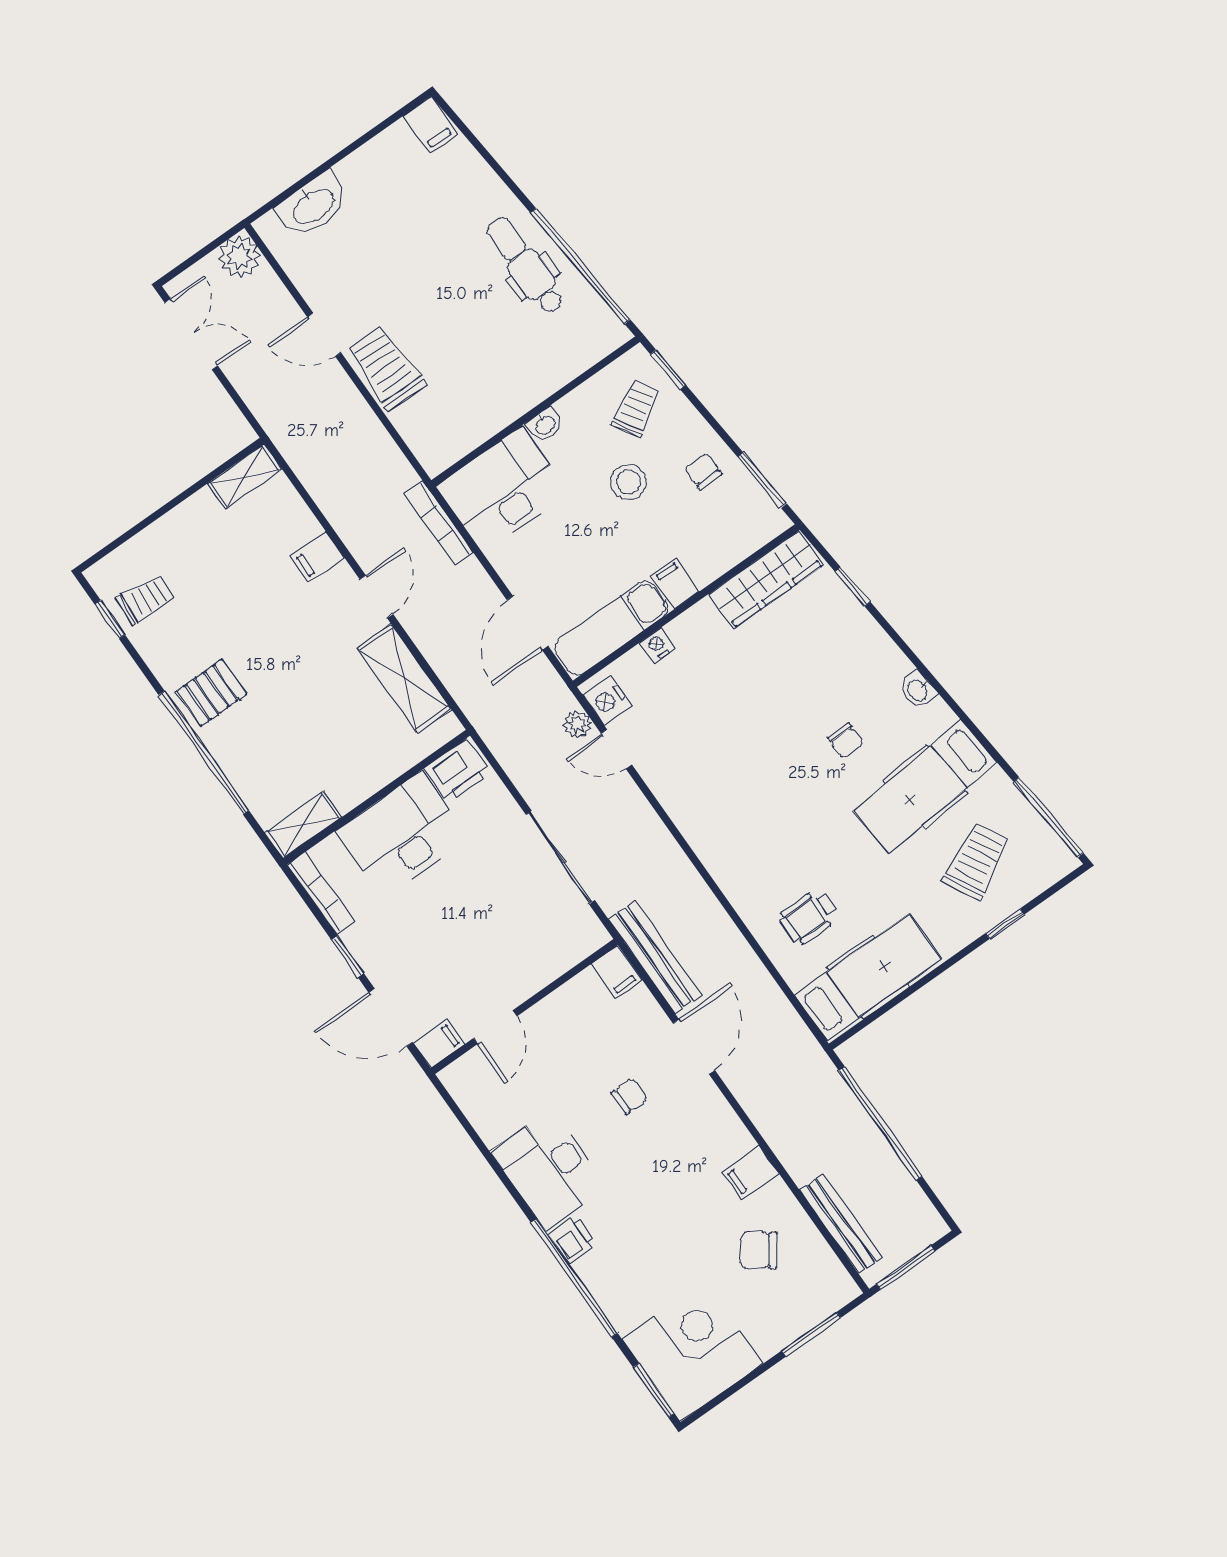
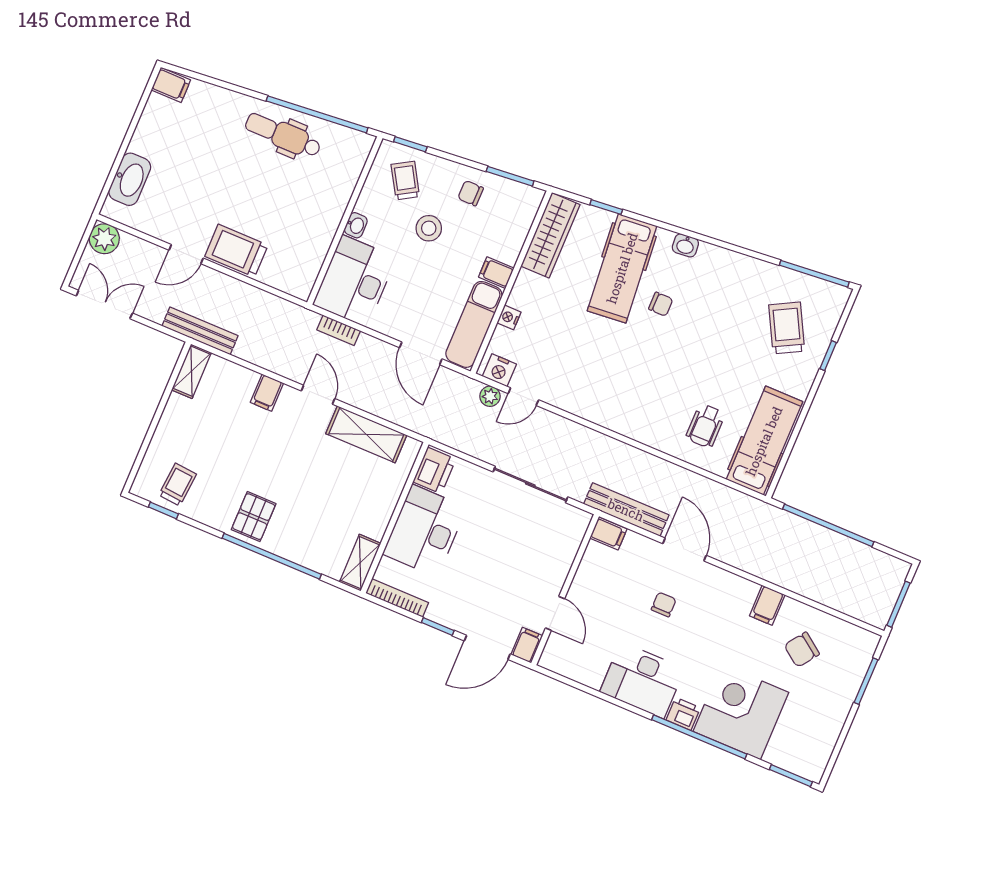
bookcase: (439, 523) -> (339, 330), width x0.64
hospital bed: (925, 787) -> (622, 268), moved
bench: (841, 1224) -> (200, 331), moved
corner desk: (693, 1351) -> (741, 712), moved

